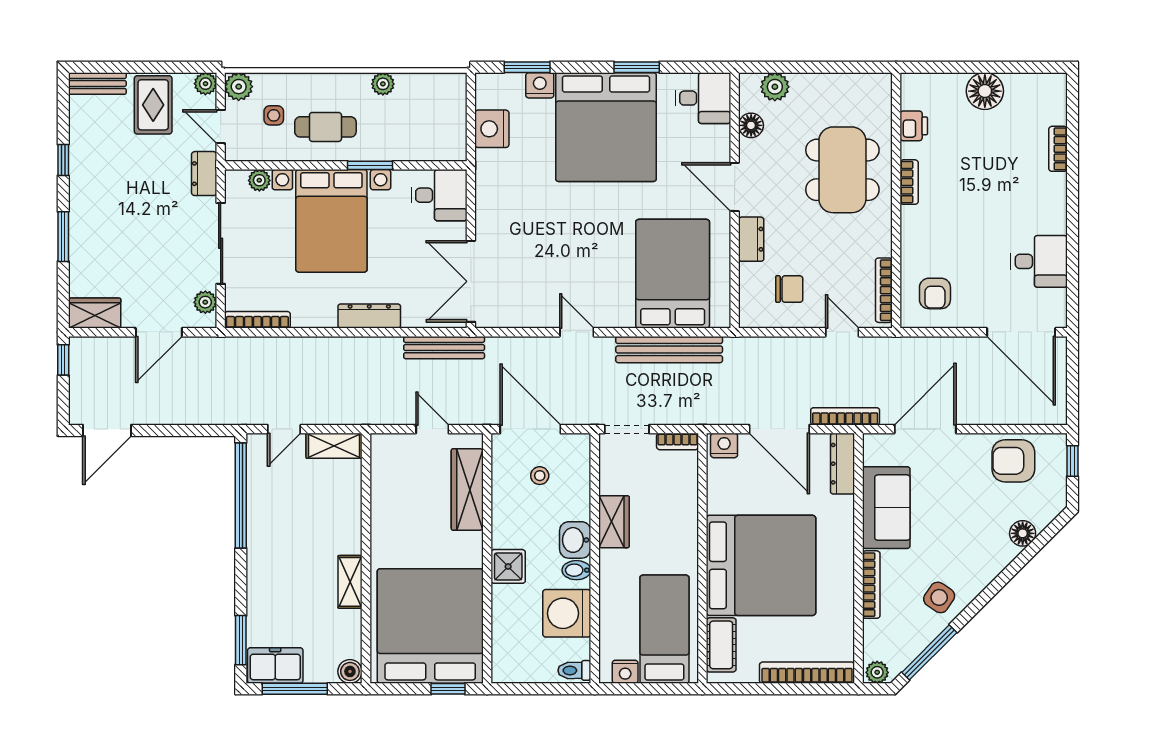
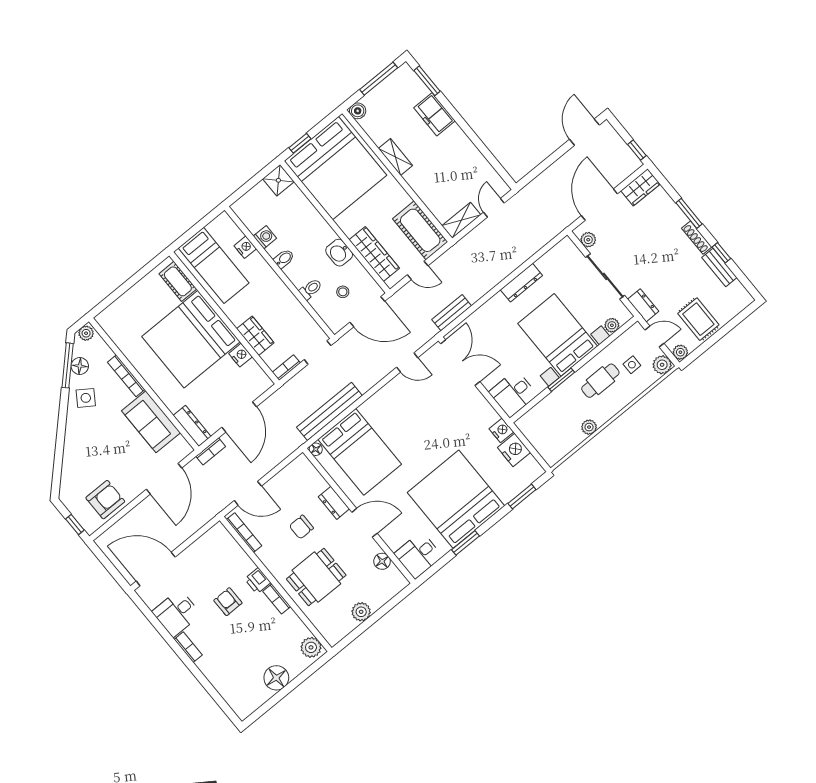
bench: (97, 84) -> (719, 268), moved, turned 90
nightstand: (540, 85) -> (501, 430), moved, turned -90
plant: (775, 87) -> (361, 612), moved
plant: (916, 93) -> (311, 647), added
printer: (914, 126) -> (258, 581), moved
bookcase: (1058, 149) -> (188, 647), moved
dining table: (842, 170) -> (316, 577), width x0.73
shoe rack: (77, 201) -> (697, 238), added
chair: (789, 289) -> (301, 527), moved
armchair: (935, 293) -> (228, 602), moved
dresser: (369, 316) -> (521, 283), moved
floor lamp: (721, 319) -> (316, 449), added
bookcase: (257, 320) -> (554, 253), removed
door: (159, 332) -> (599, 205), width x1.36
door: (577, 332) -> (407, 362), moved
door: (842, 332) -> (248, 493), width x1.38
bench: (444, 348) -> (452, 313), width x0.73
bookcase: (845, 416) -> (211, 451), width x0.64
door: (779, 429) -> (239, 417), swing flipped
nightstand: (724, 445) -> (241, 355), moved, turned -90
cot: (391, 473) -> (420, 230), added
window: (241, 495) -> (488, 155), removed
wardrobe: (614, 522) -> (255, 336), moved, turned 180
floor lamp: (1023, 533) -> (80, 366), moved
washbasin: (575, 540) -> (339, 253), moved, turned 180
shower: (508, 566) -> (278, 180), moved
washing machine: (567, 613) -> (265, 237), width x0.53, depth x0.53
freezer: (275, 666) -> (434, 114), moved, turned 90
toilet: (574, 670) -> (311, 289), moved
nightstand: (625, 672) -> (245, 247), moved, turned 90
bookcase: (807, 673) -> (122, 303), removed

